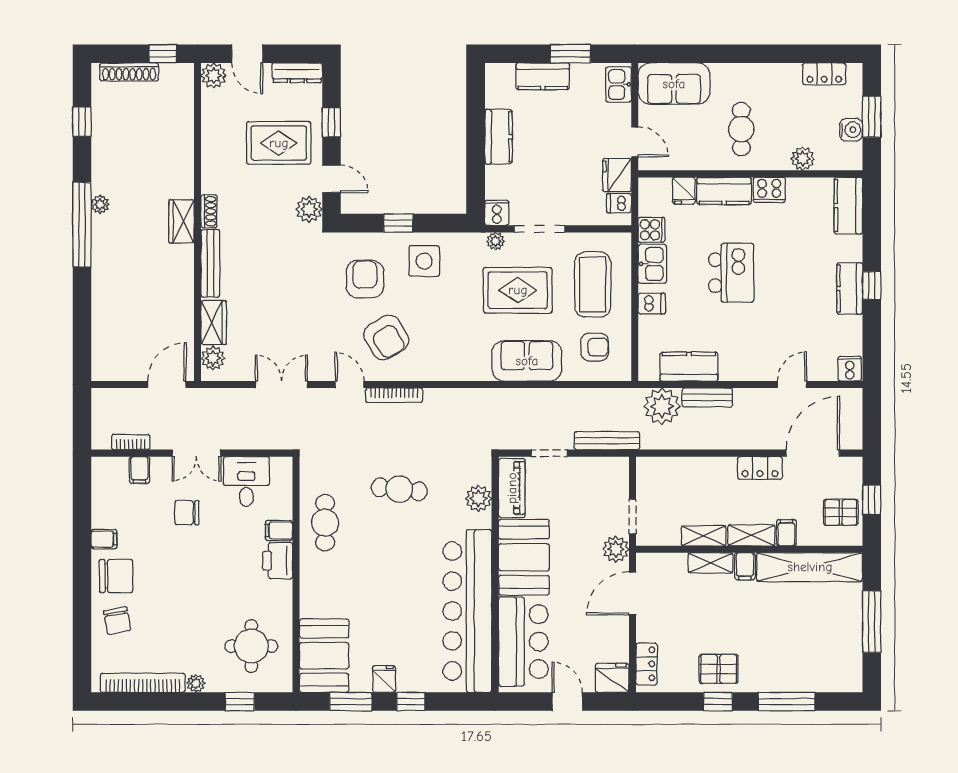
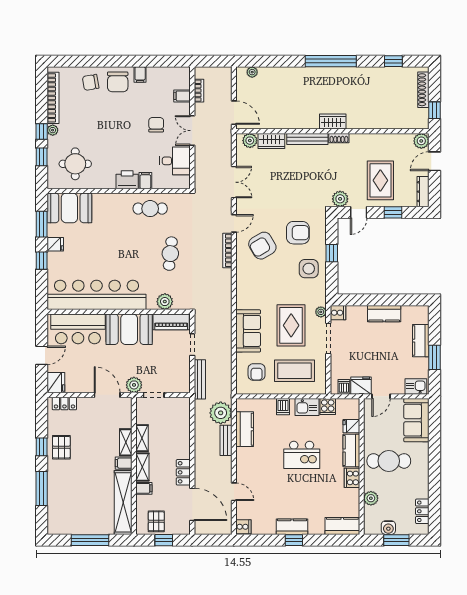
cafe table: (741, 129) -> (389, 461), width x1.37, depth x1.35
plant: (100, 204) -> (252, 72), moved
window: (198, 702) -> (42, 132), added

